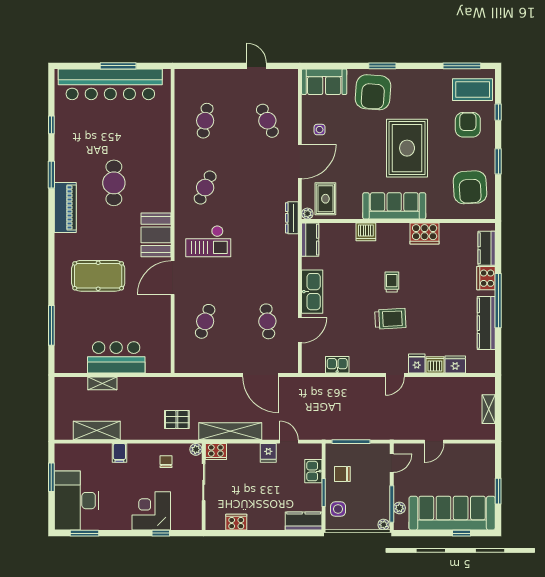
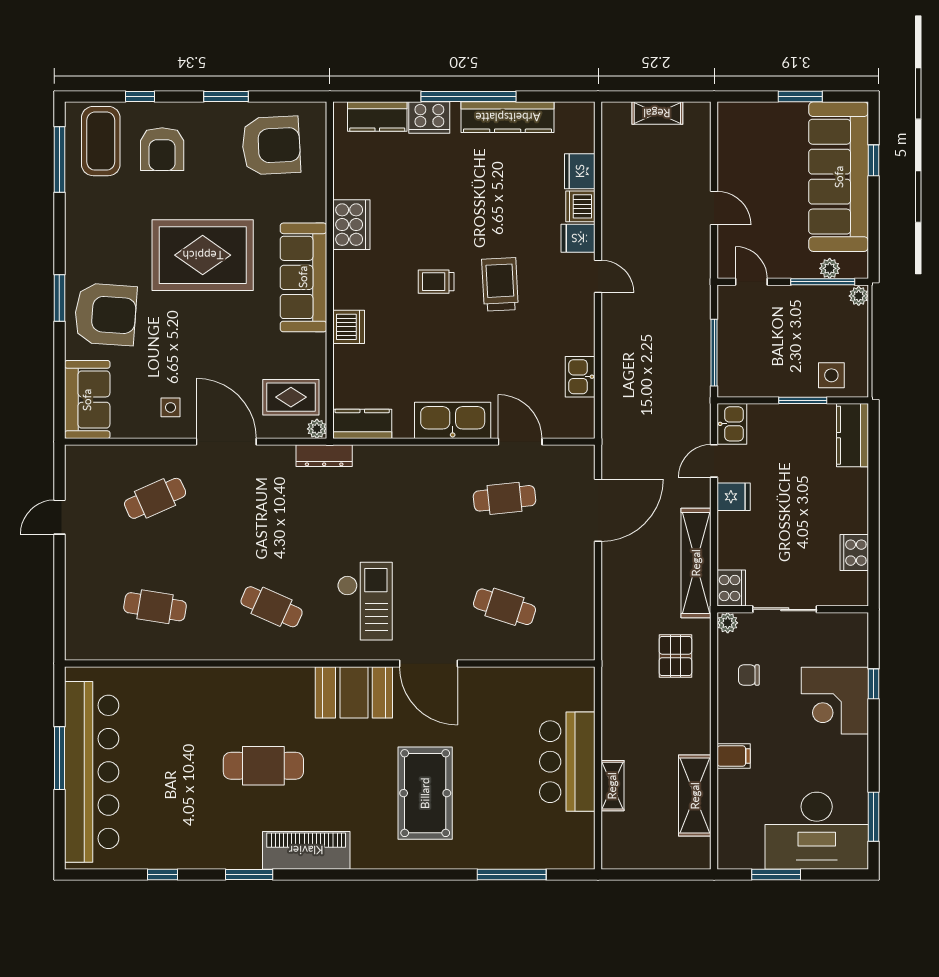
armchair: (468, 125) -> (162, 149), turned -90
kitchen sink: (313, 471) -> (732, 424), moved, turned -90
chair: (342, 474) -> (770, 368), removed

